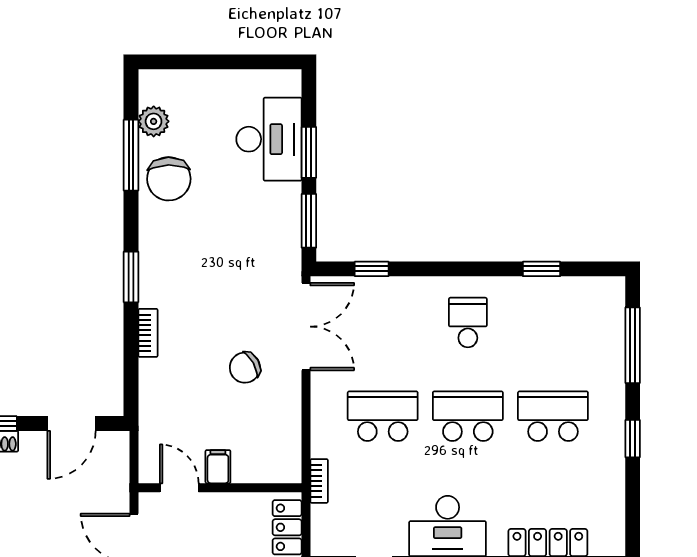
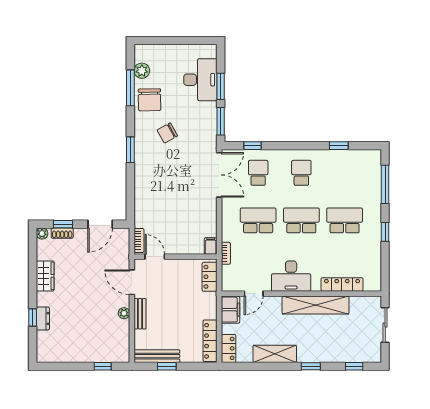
school desk: (383, 323) -> (258, 173), added
bookcase: (148, 333) -> (139, 240), moved
chair: (245, 368) -> (167, 133), moved
filing cabinet: (218, 467) -> (211, 246), moved

